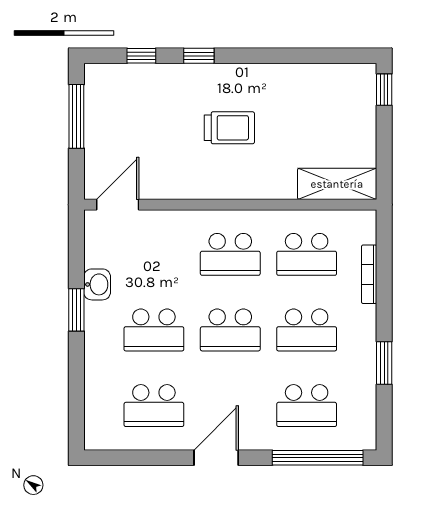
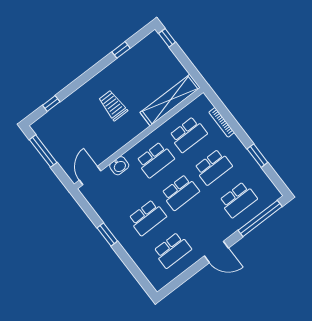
window: (199, 56) -> (121, 50), moved
trolley: (229, 128) -> (113, 105), turned -90
shelving: (337, 184) -> (170, 100), width x1.47
washbasin: (97, 284) -> (119, 166), moved, turned 90
door: (216, 458) -> (216, 252), swing flipped

